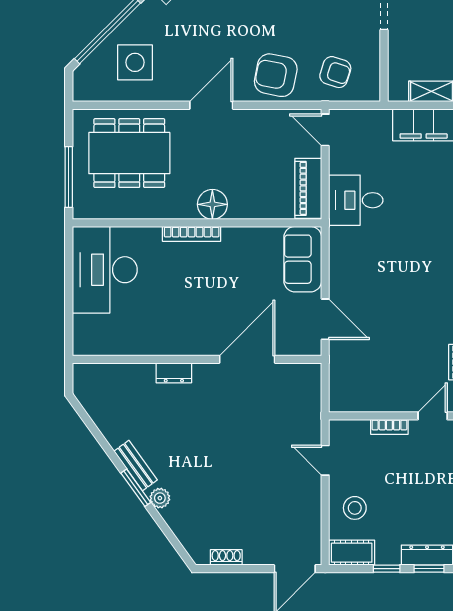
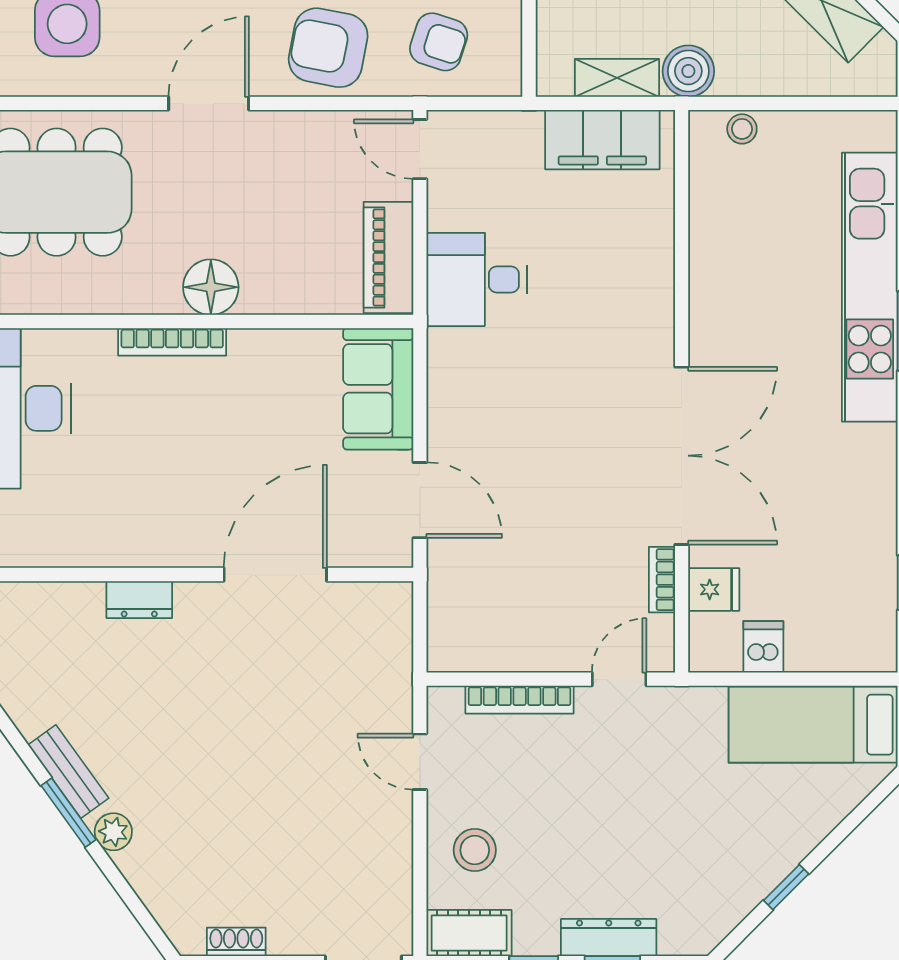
bookcase: (389, 427) -> (520, 700), width x1.56

